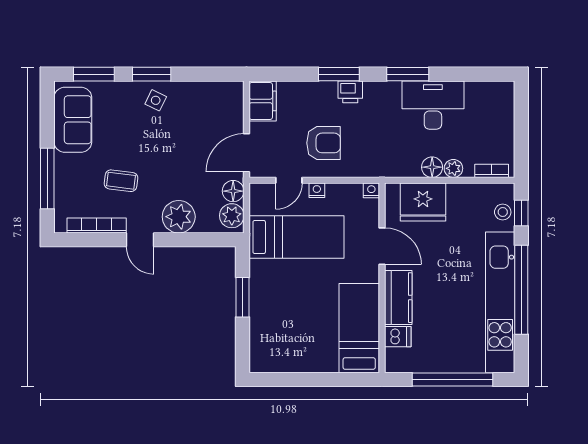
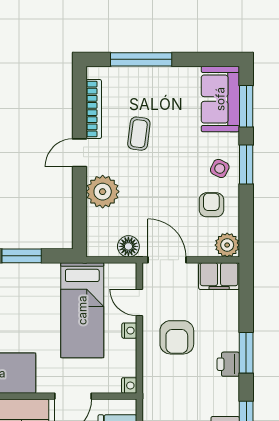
armchair: (192, 109) -> (211, 205), added
sofa: (73, 120) -> (220, 99), moved, turned 90
plant: (232, 216) -> (227, 245), moved

